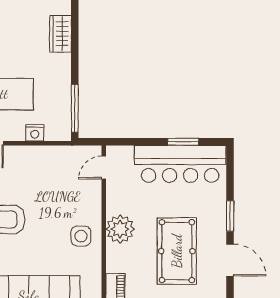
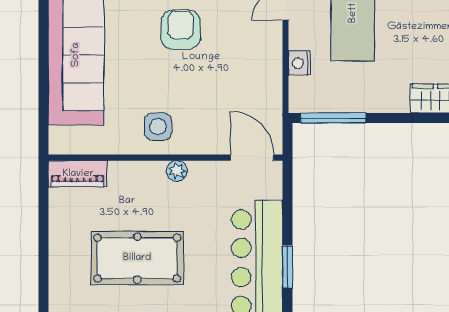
door: (104, 168) -> (252, 158), width x1.38
plant: (120, 229) -> (177, 171), width x0.53, depth x0.53

